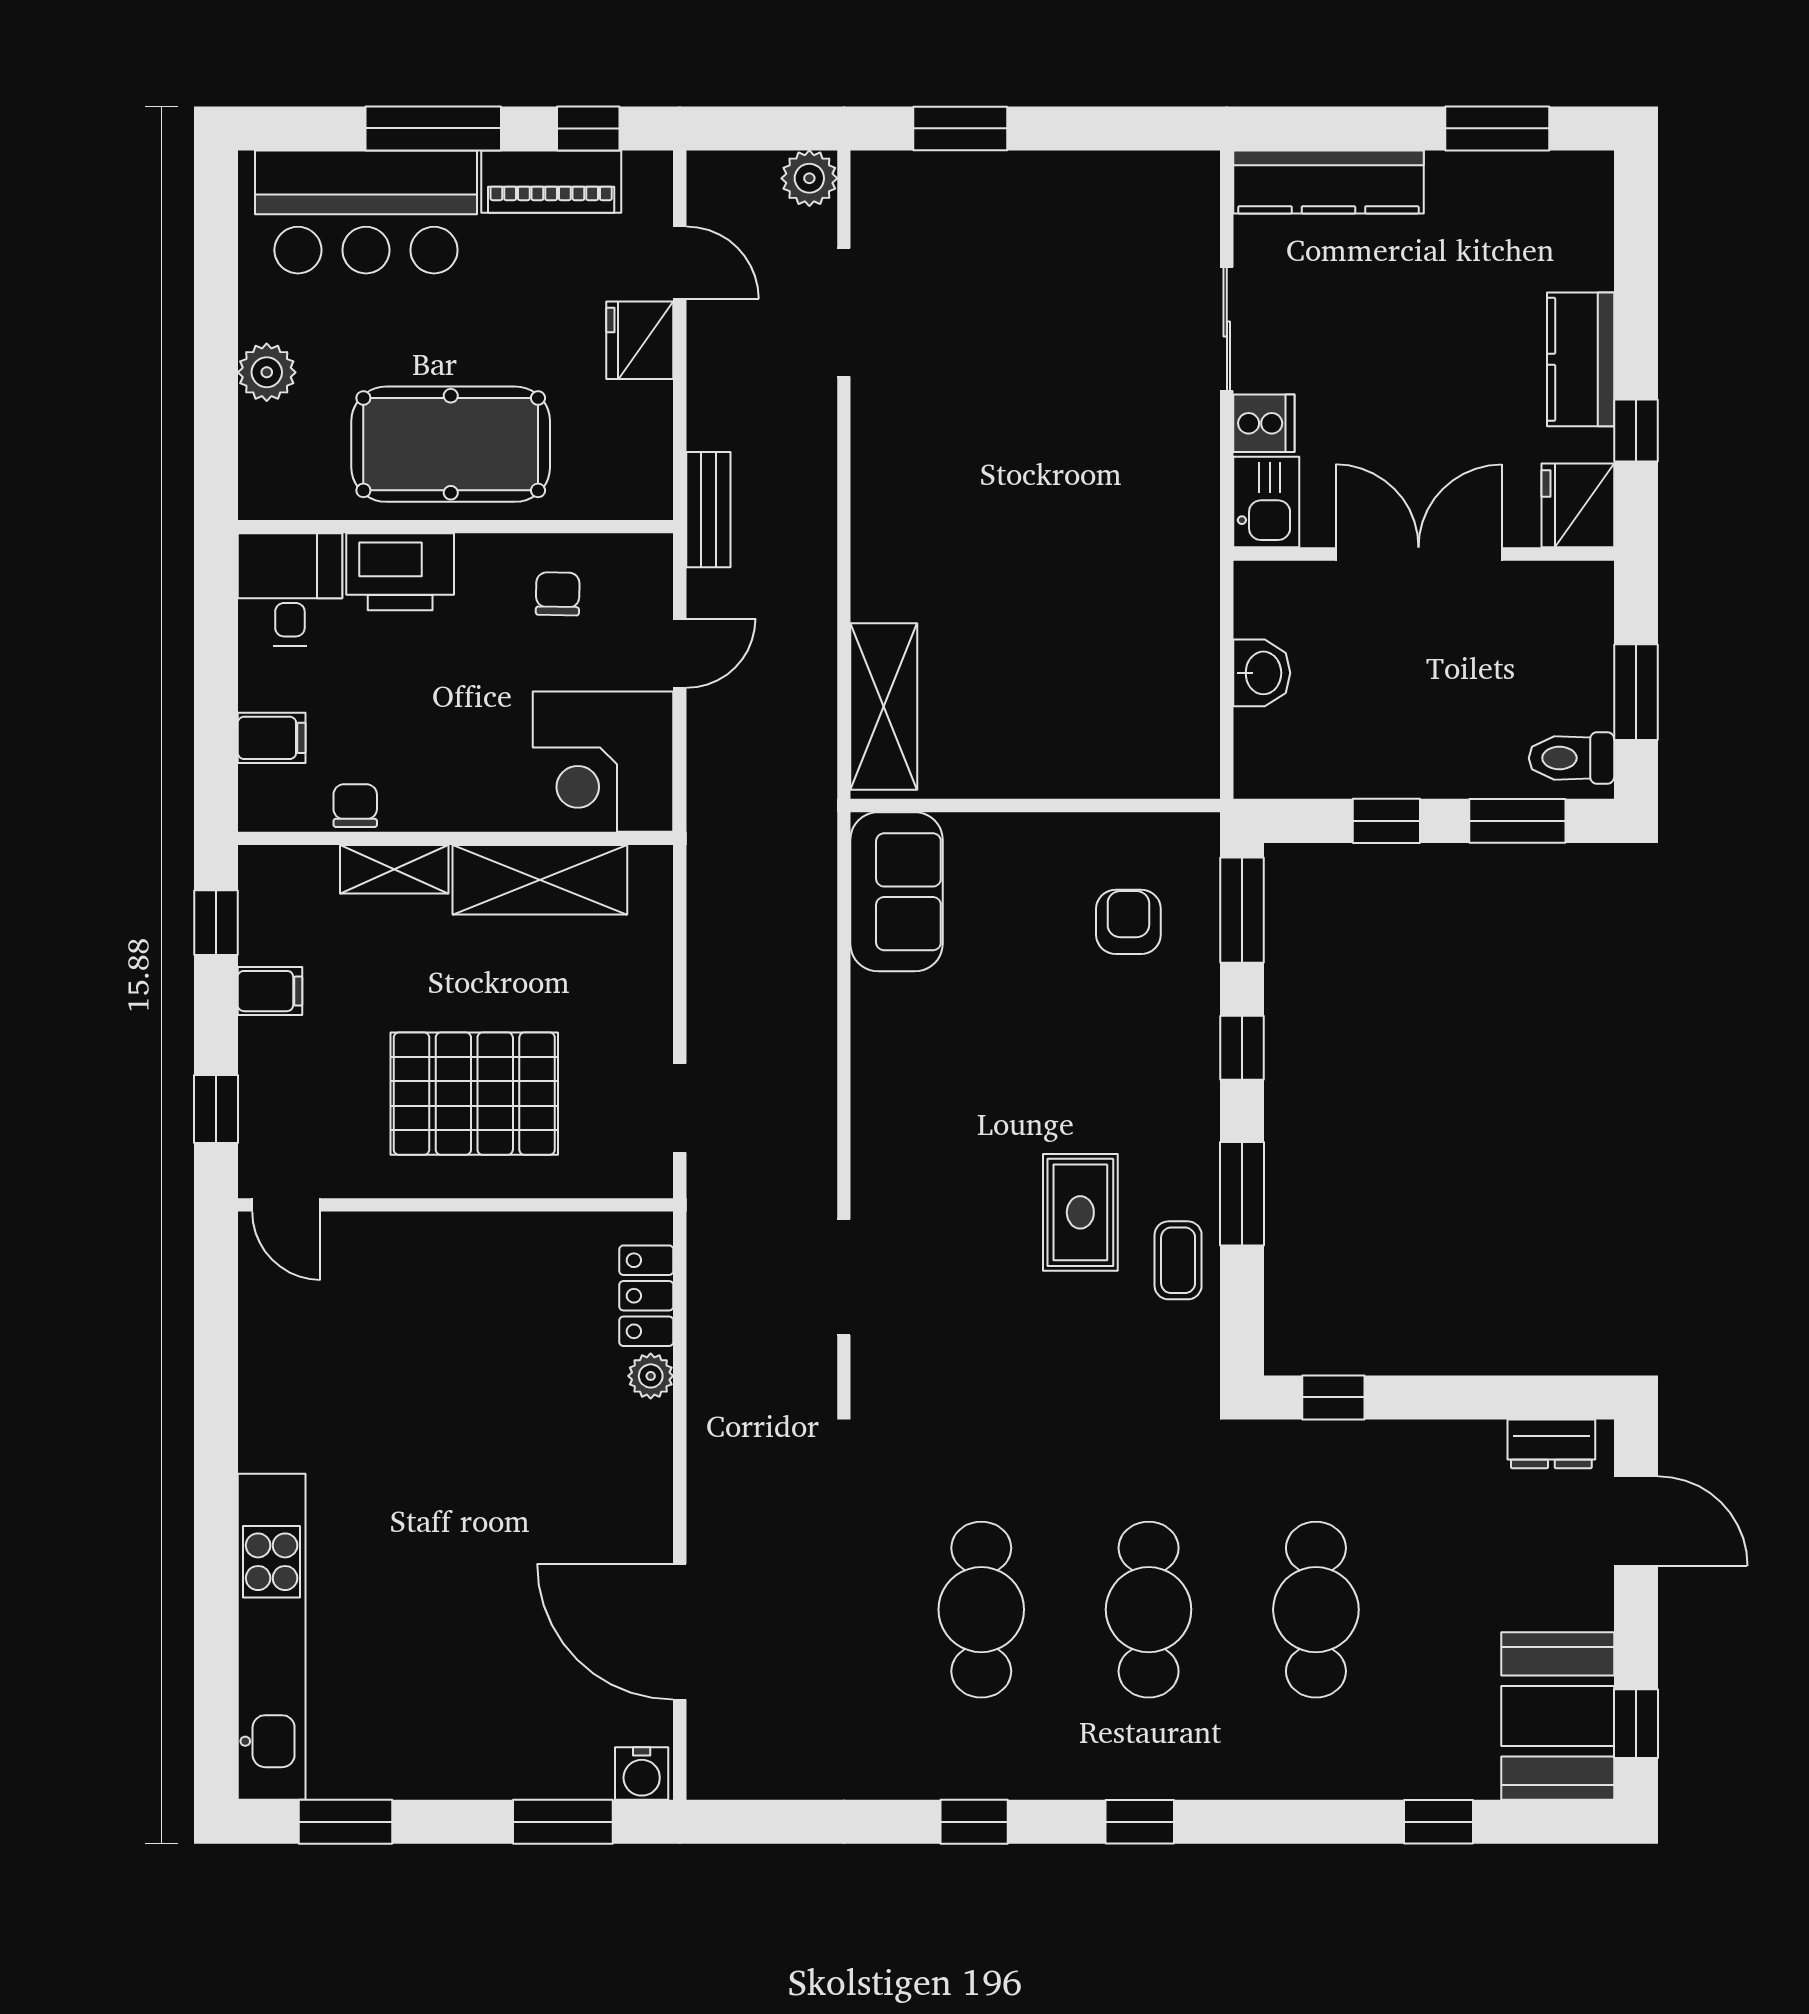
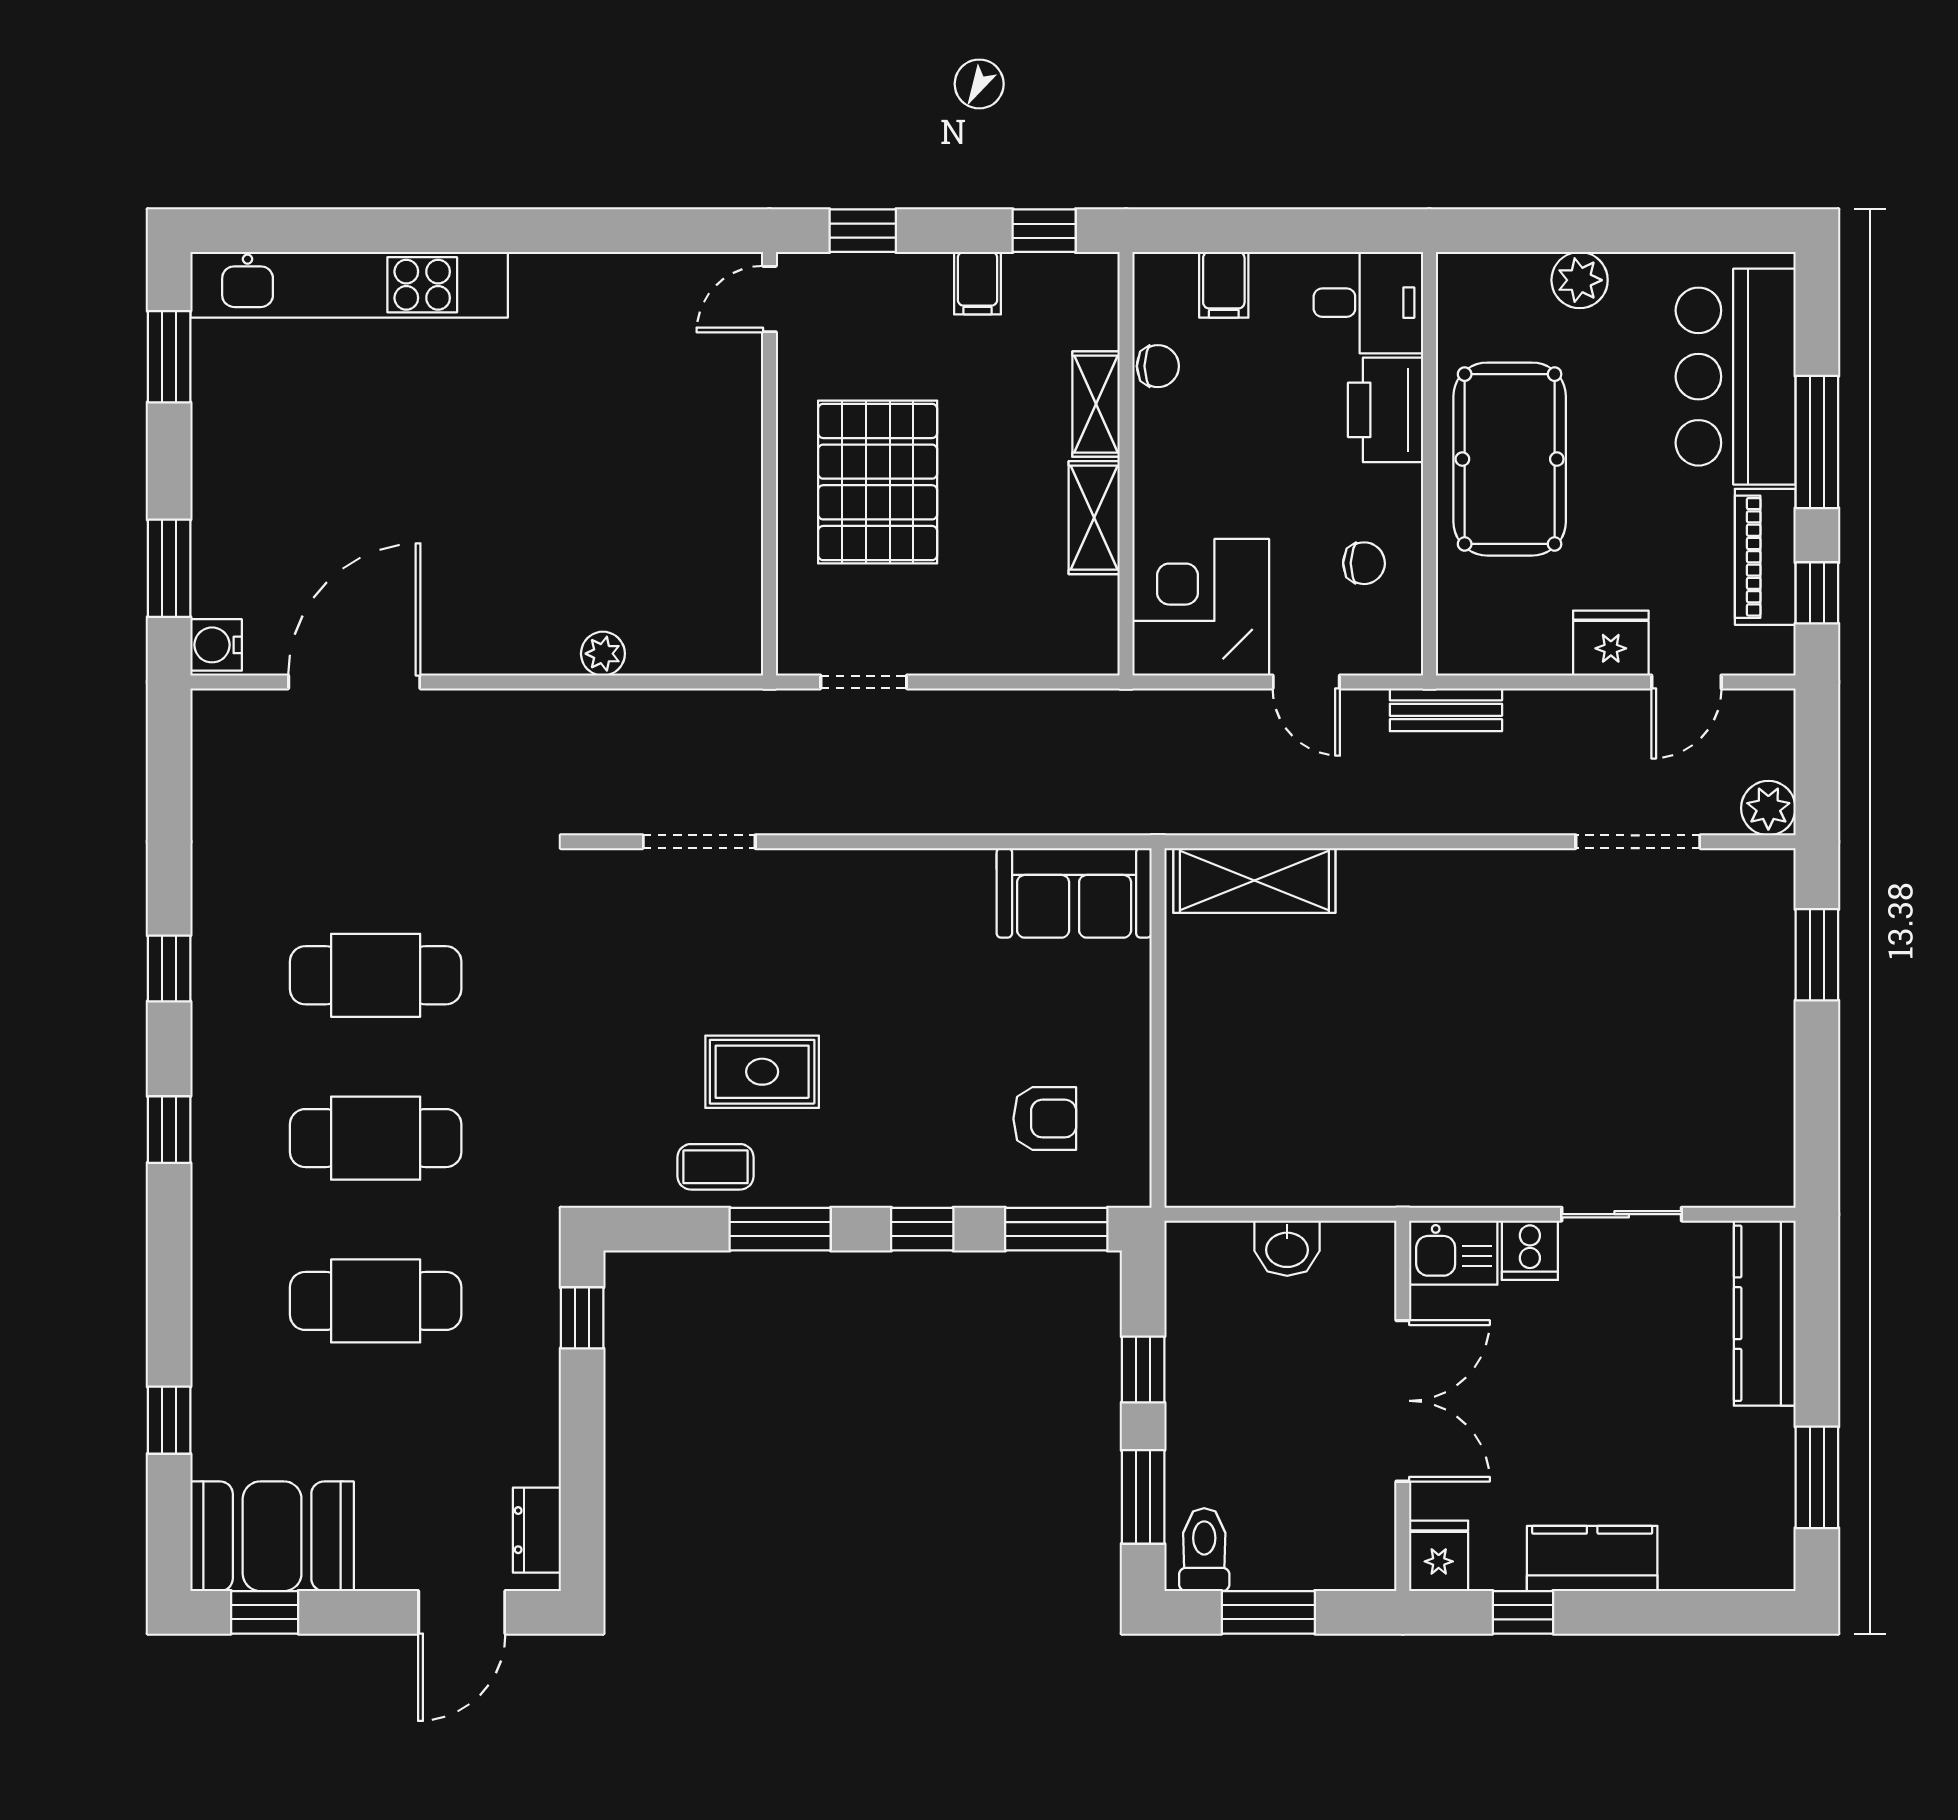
fridge: (1578, 505) -> (1439, 1556), width x0.72
shelving: (540, 880) -> (1094, 518), width x0.67, depth x0.75
locker: (646, 1296) -> (681, 649), removed

